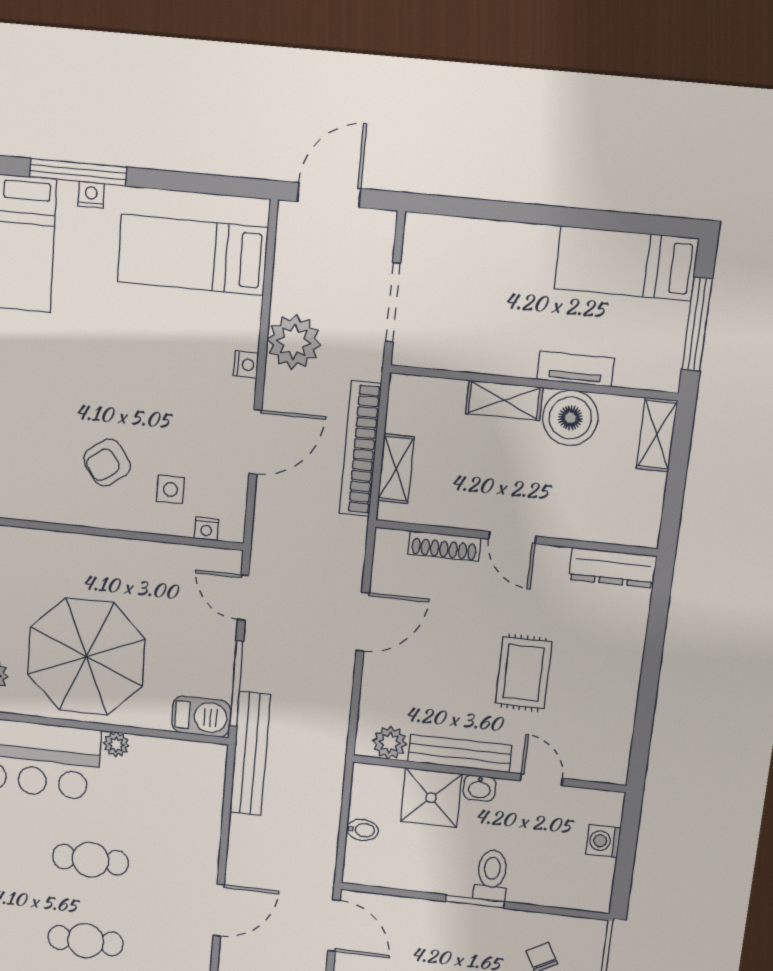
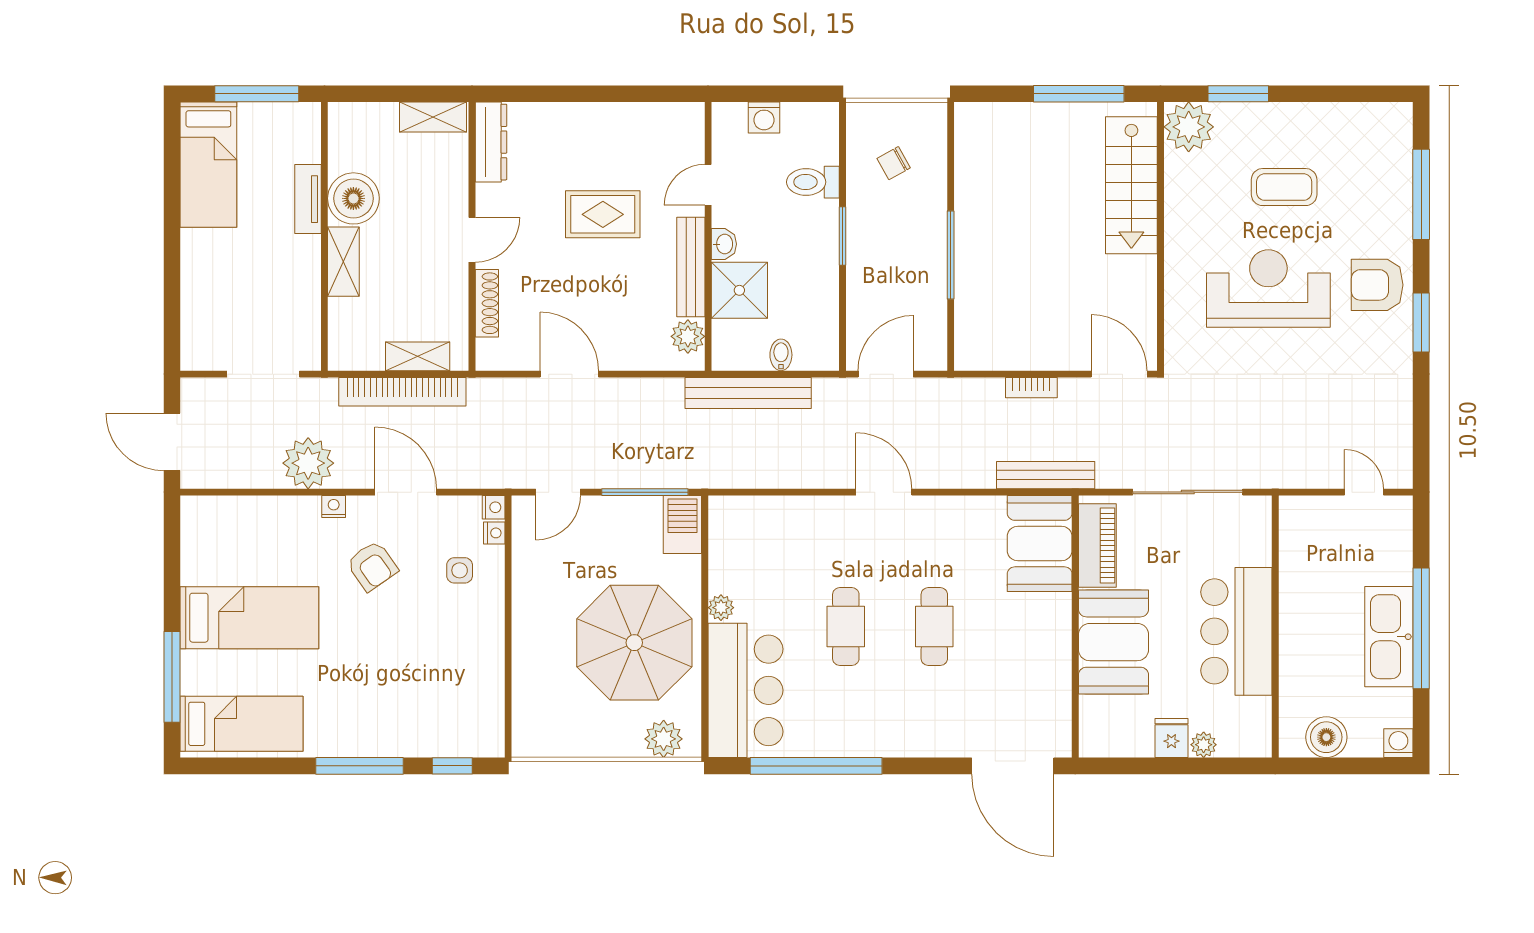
nightstand: (91, 195) -> (494, 507), moved, turned 180
bed: (193, 255) -> (249, 618), moved, turned -90
shelving: (657, 435) -> (433, 117), moved
armchair: (107, 462) -> (372, 566), moved
bench: (250, 754) -> (748, 393), moved
toilet: (492, 875) -> (813, 182), moved

